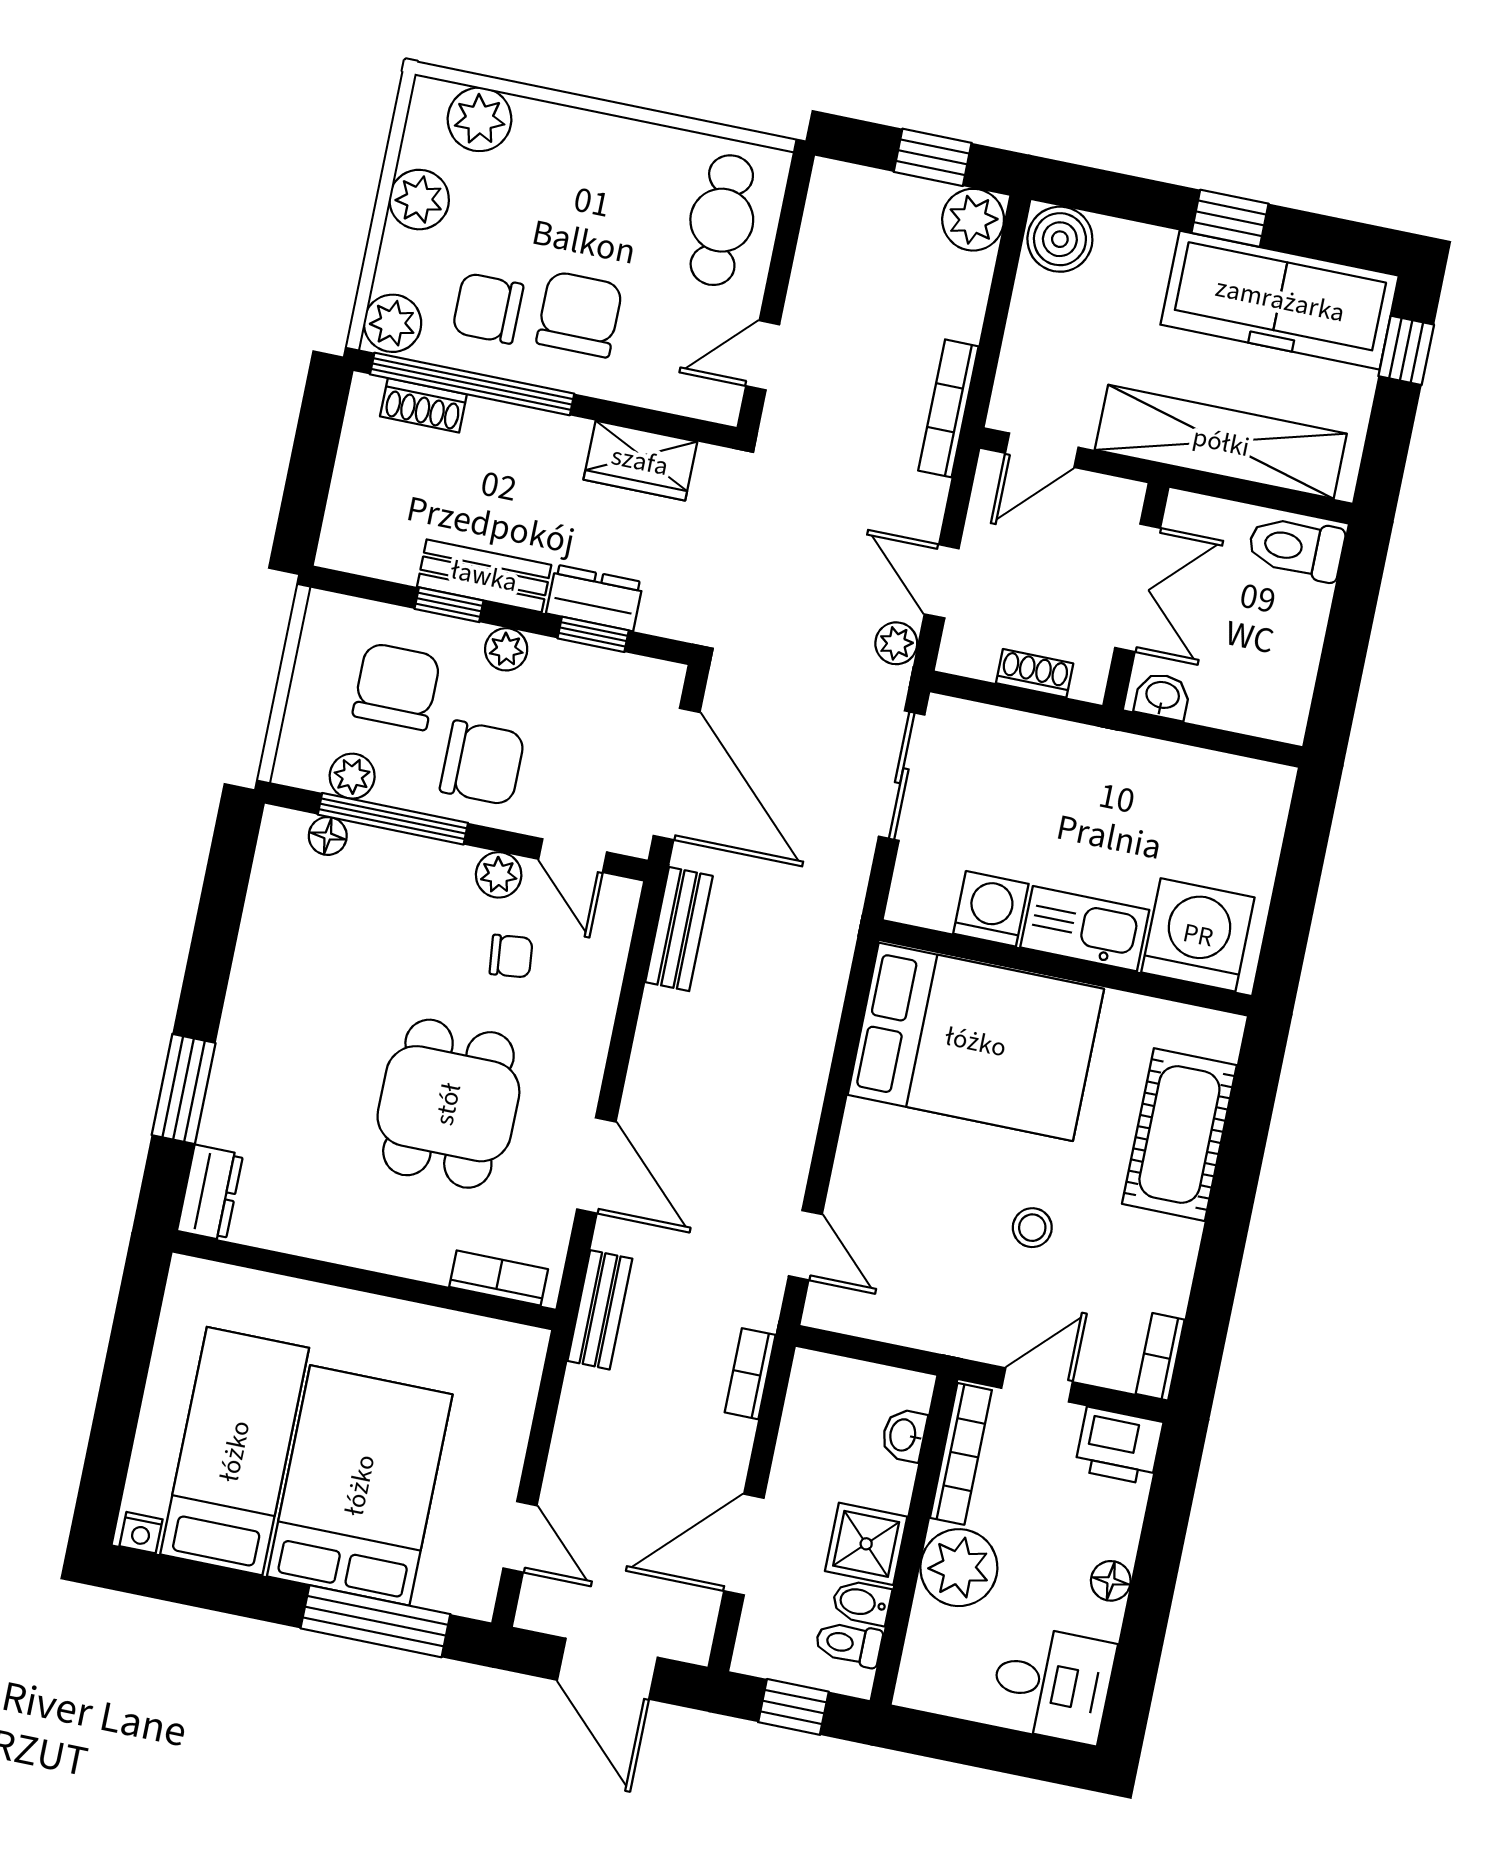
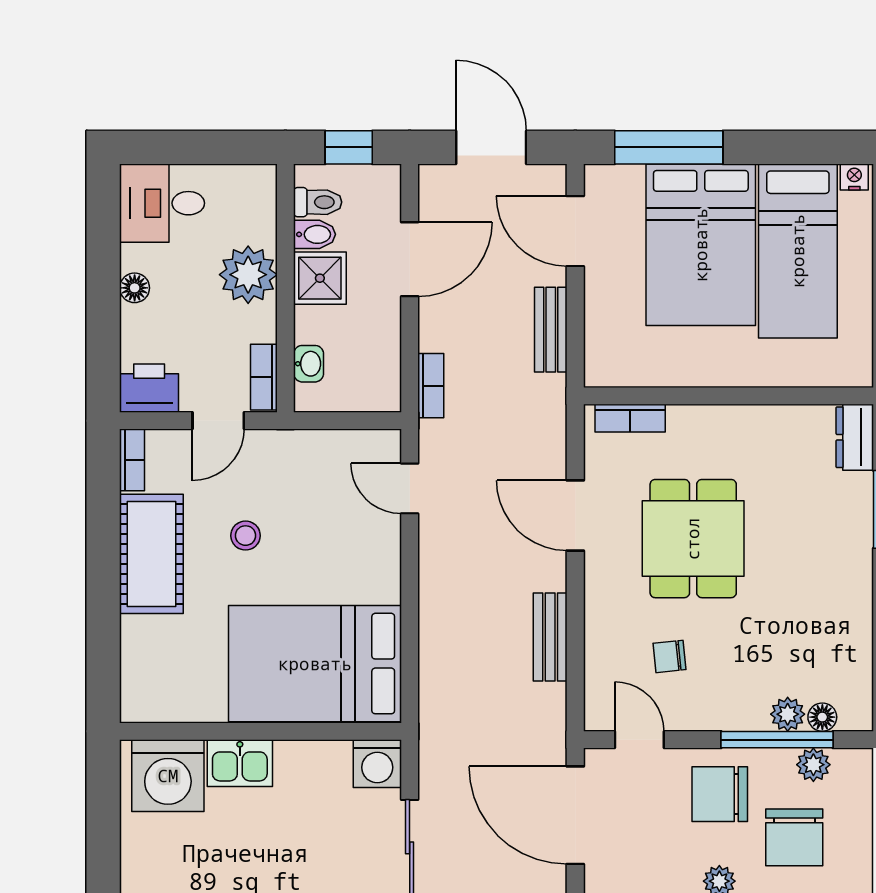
plant: (499, 875) -> (788, 714), moved
washing machine: (991, 909) -> (377, 764), moved
bench: (679, 929) -> (550, 637), moved
kitchen sink: (1085, 929) -> (240, 763), width x0.73
cot: (1179, 1135) -> (151, 554), moved
bench: (600, 1310) -> (551, 330), moved
bookcase: (961, 1454) -> (264, 377), width x0.64
door: (520, 1537) -> (575, 231), width x1.38

